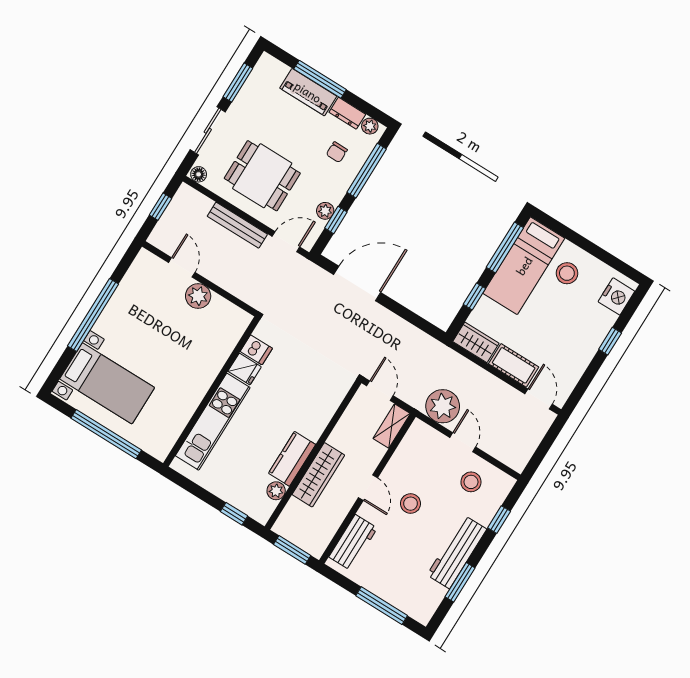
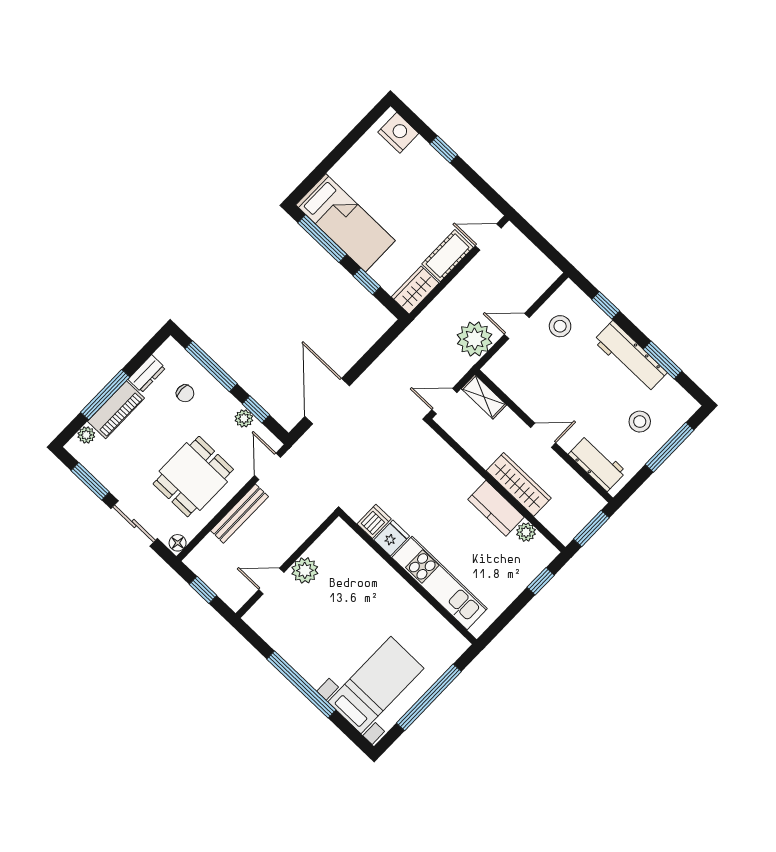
plant: (370, 126) -> (86, 435), moved
stool: (567, 273) -> (363, 179), removed
stool: (411, 504) -> (640, 422), moved

